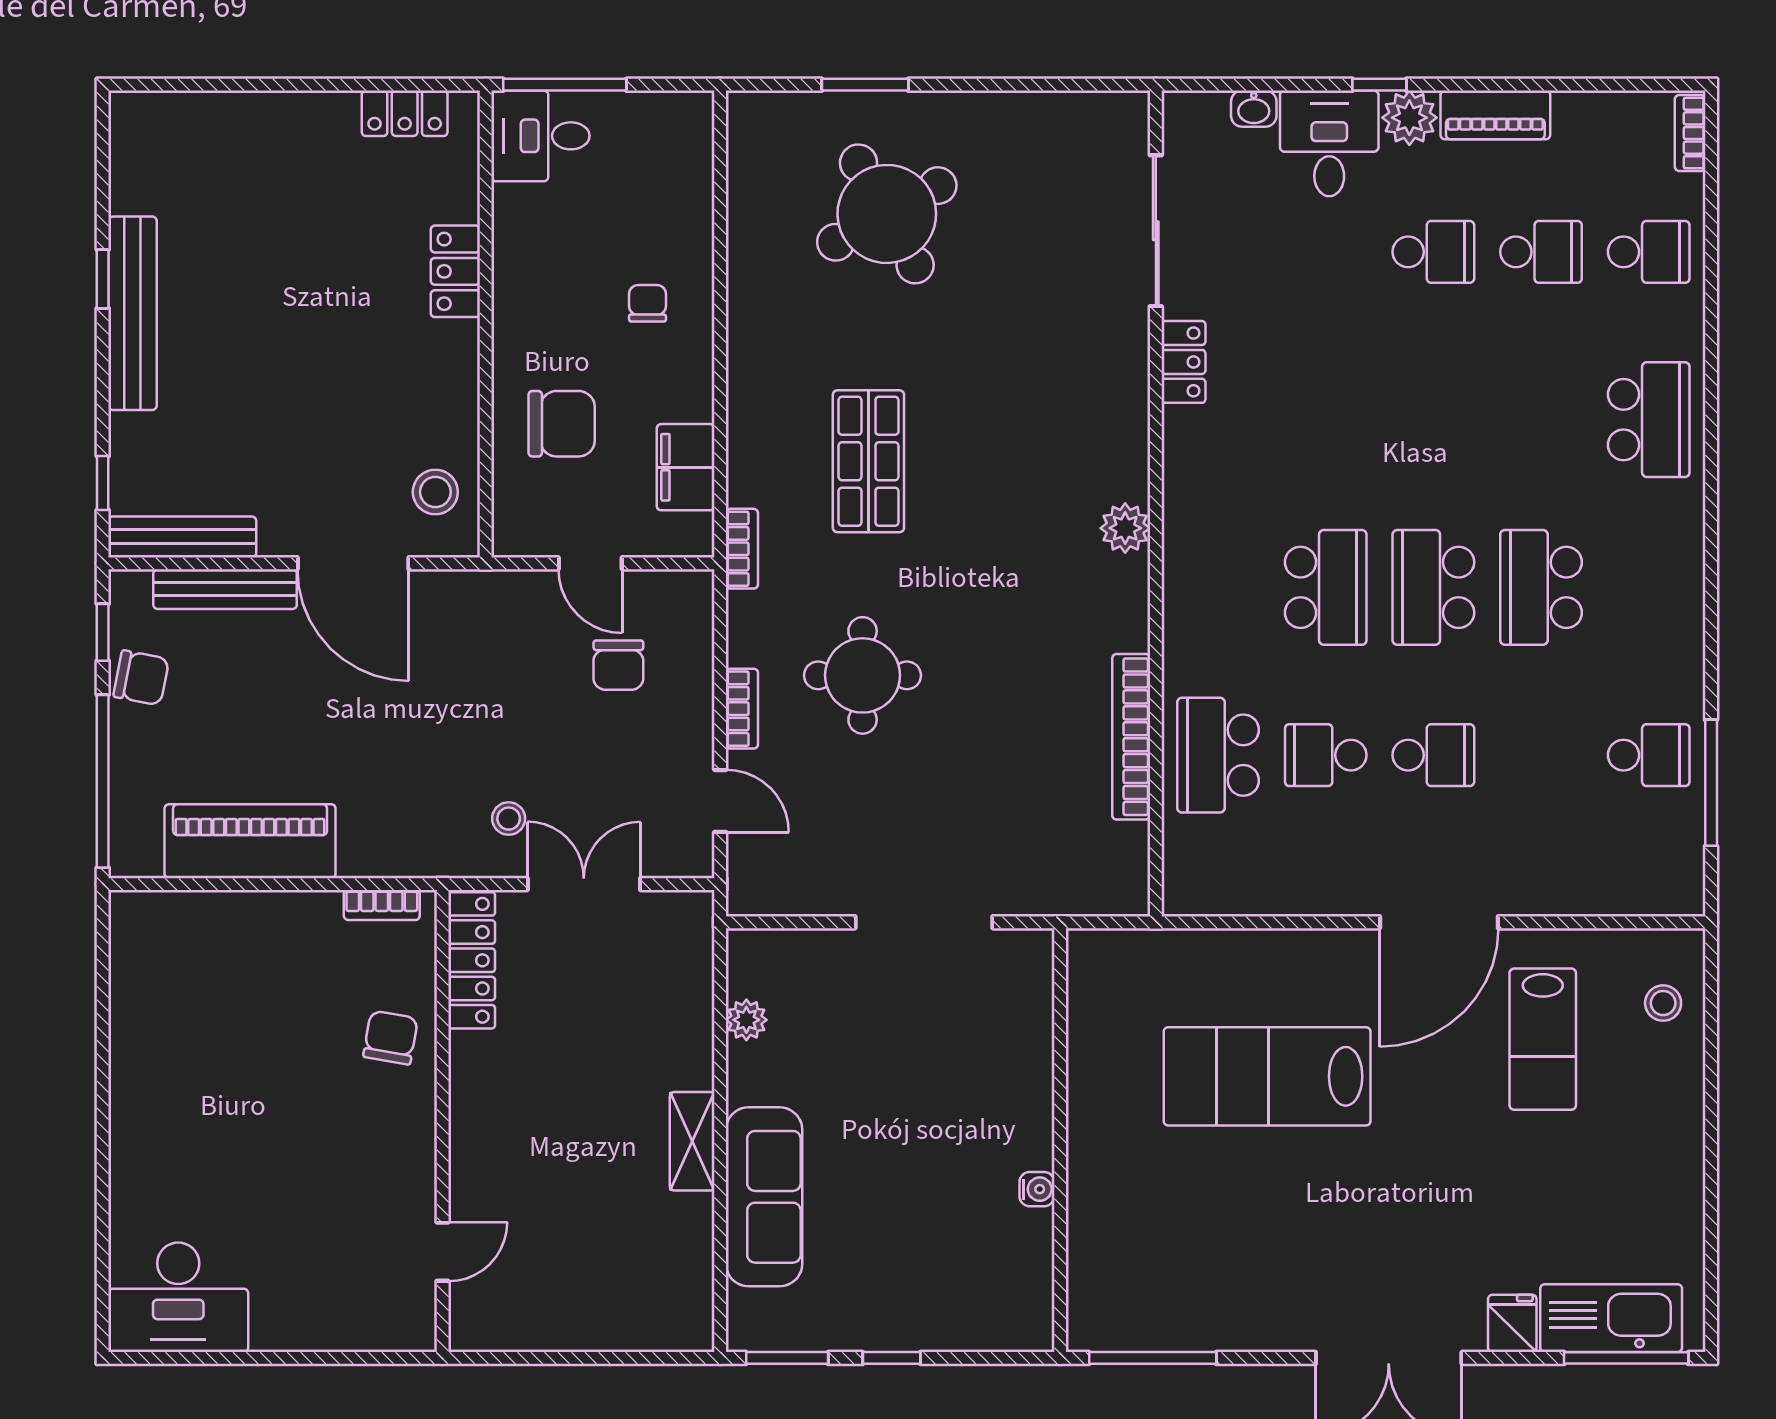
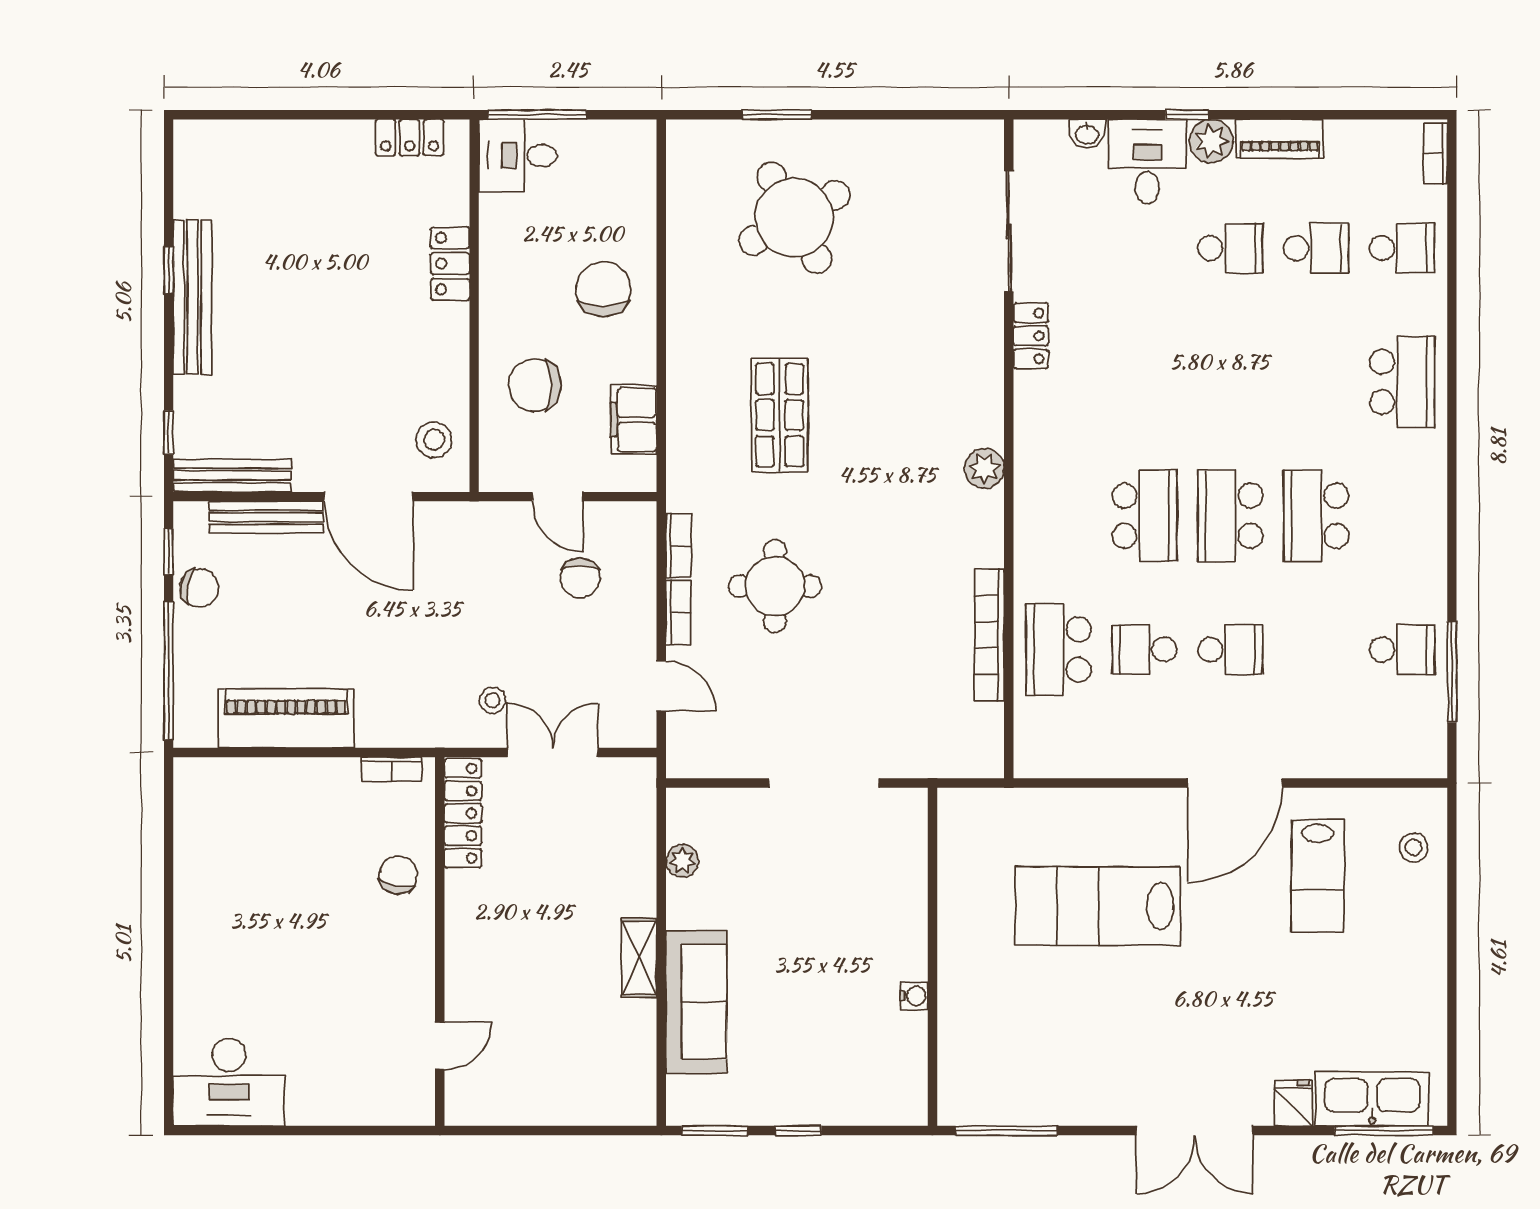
chair: (648, 303) -> (603, 289), width x1.87, depth x1.87
chair: (562, 424) -> (535, 385), turned 180
bookcase: (742, 549) -> (679, 546), moved

